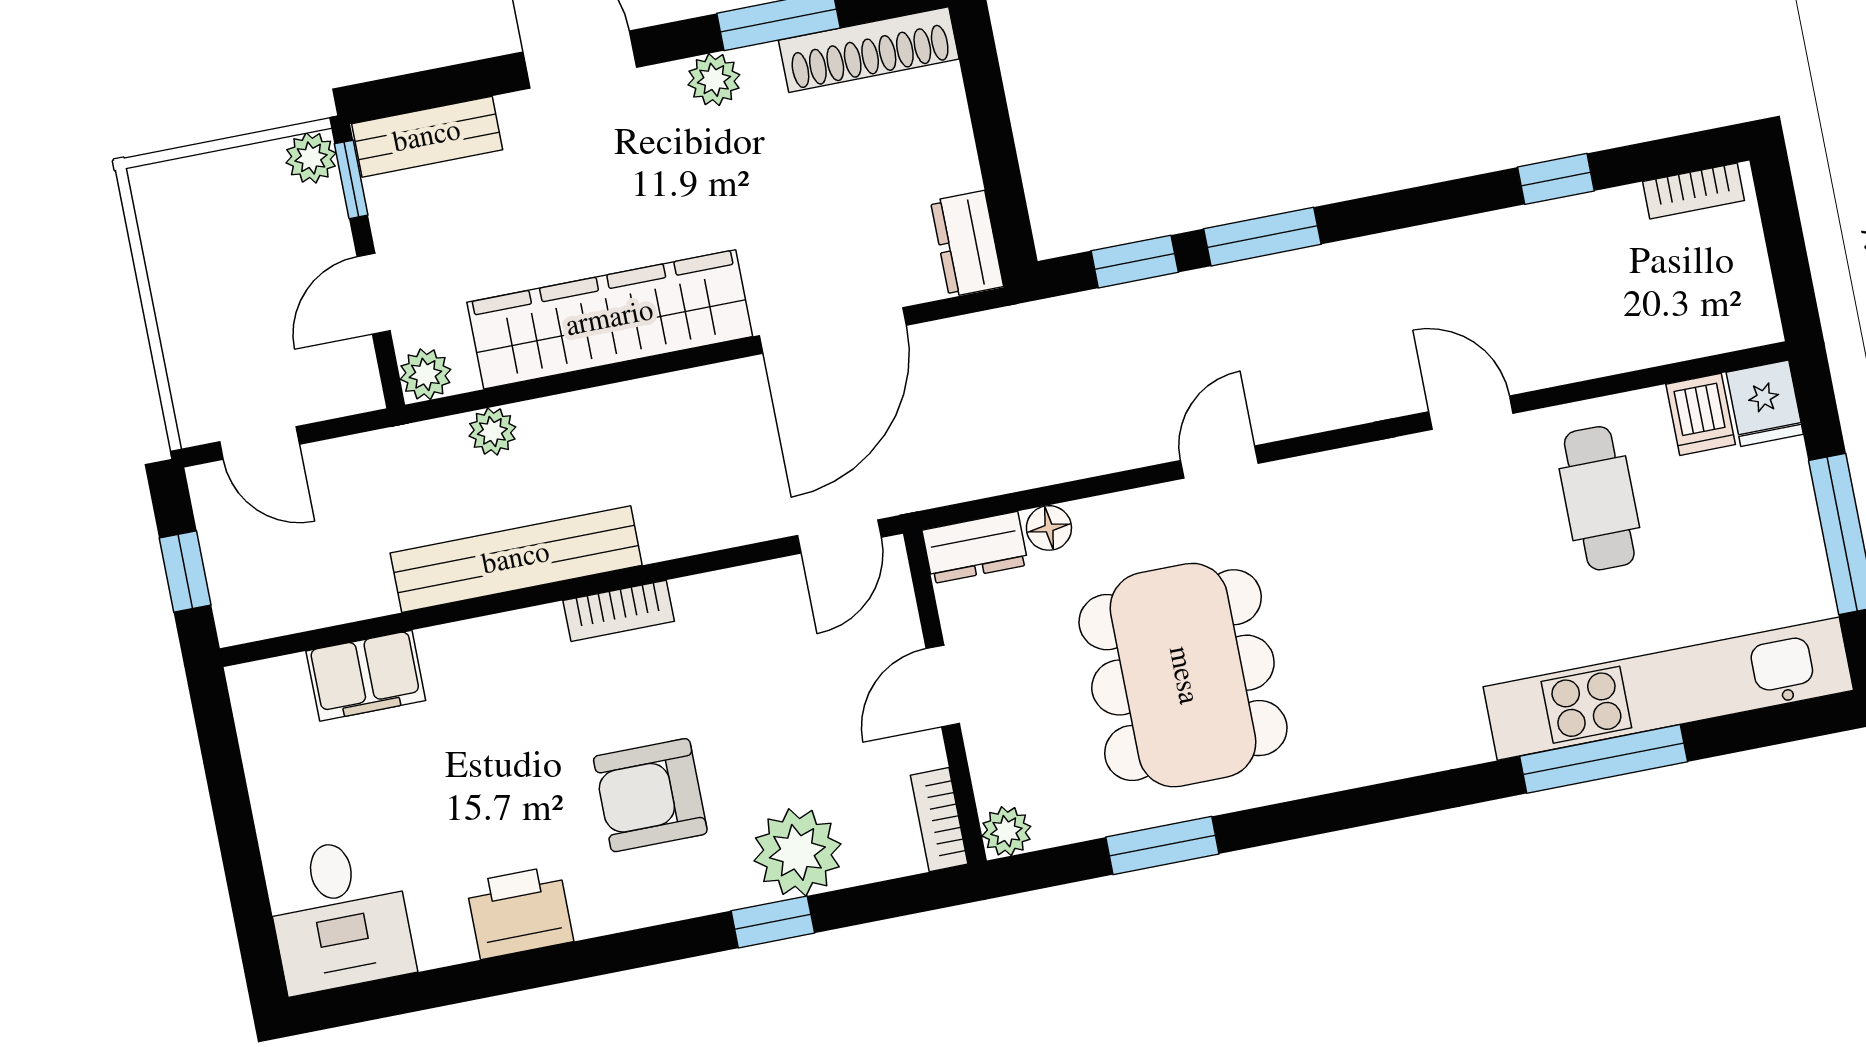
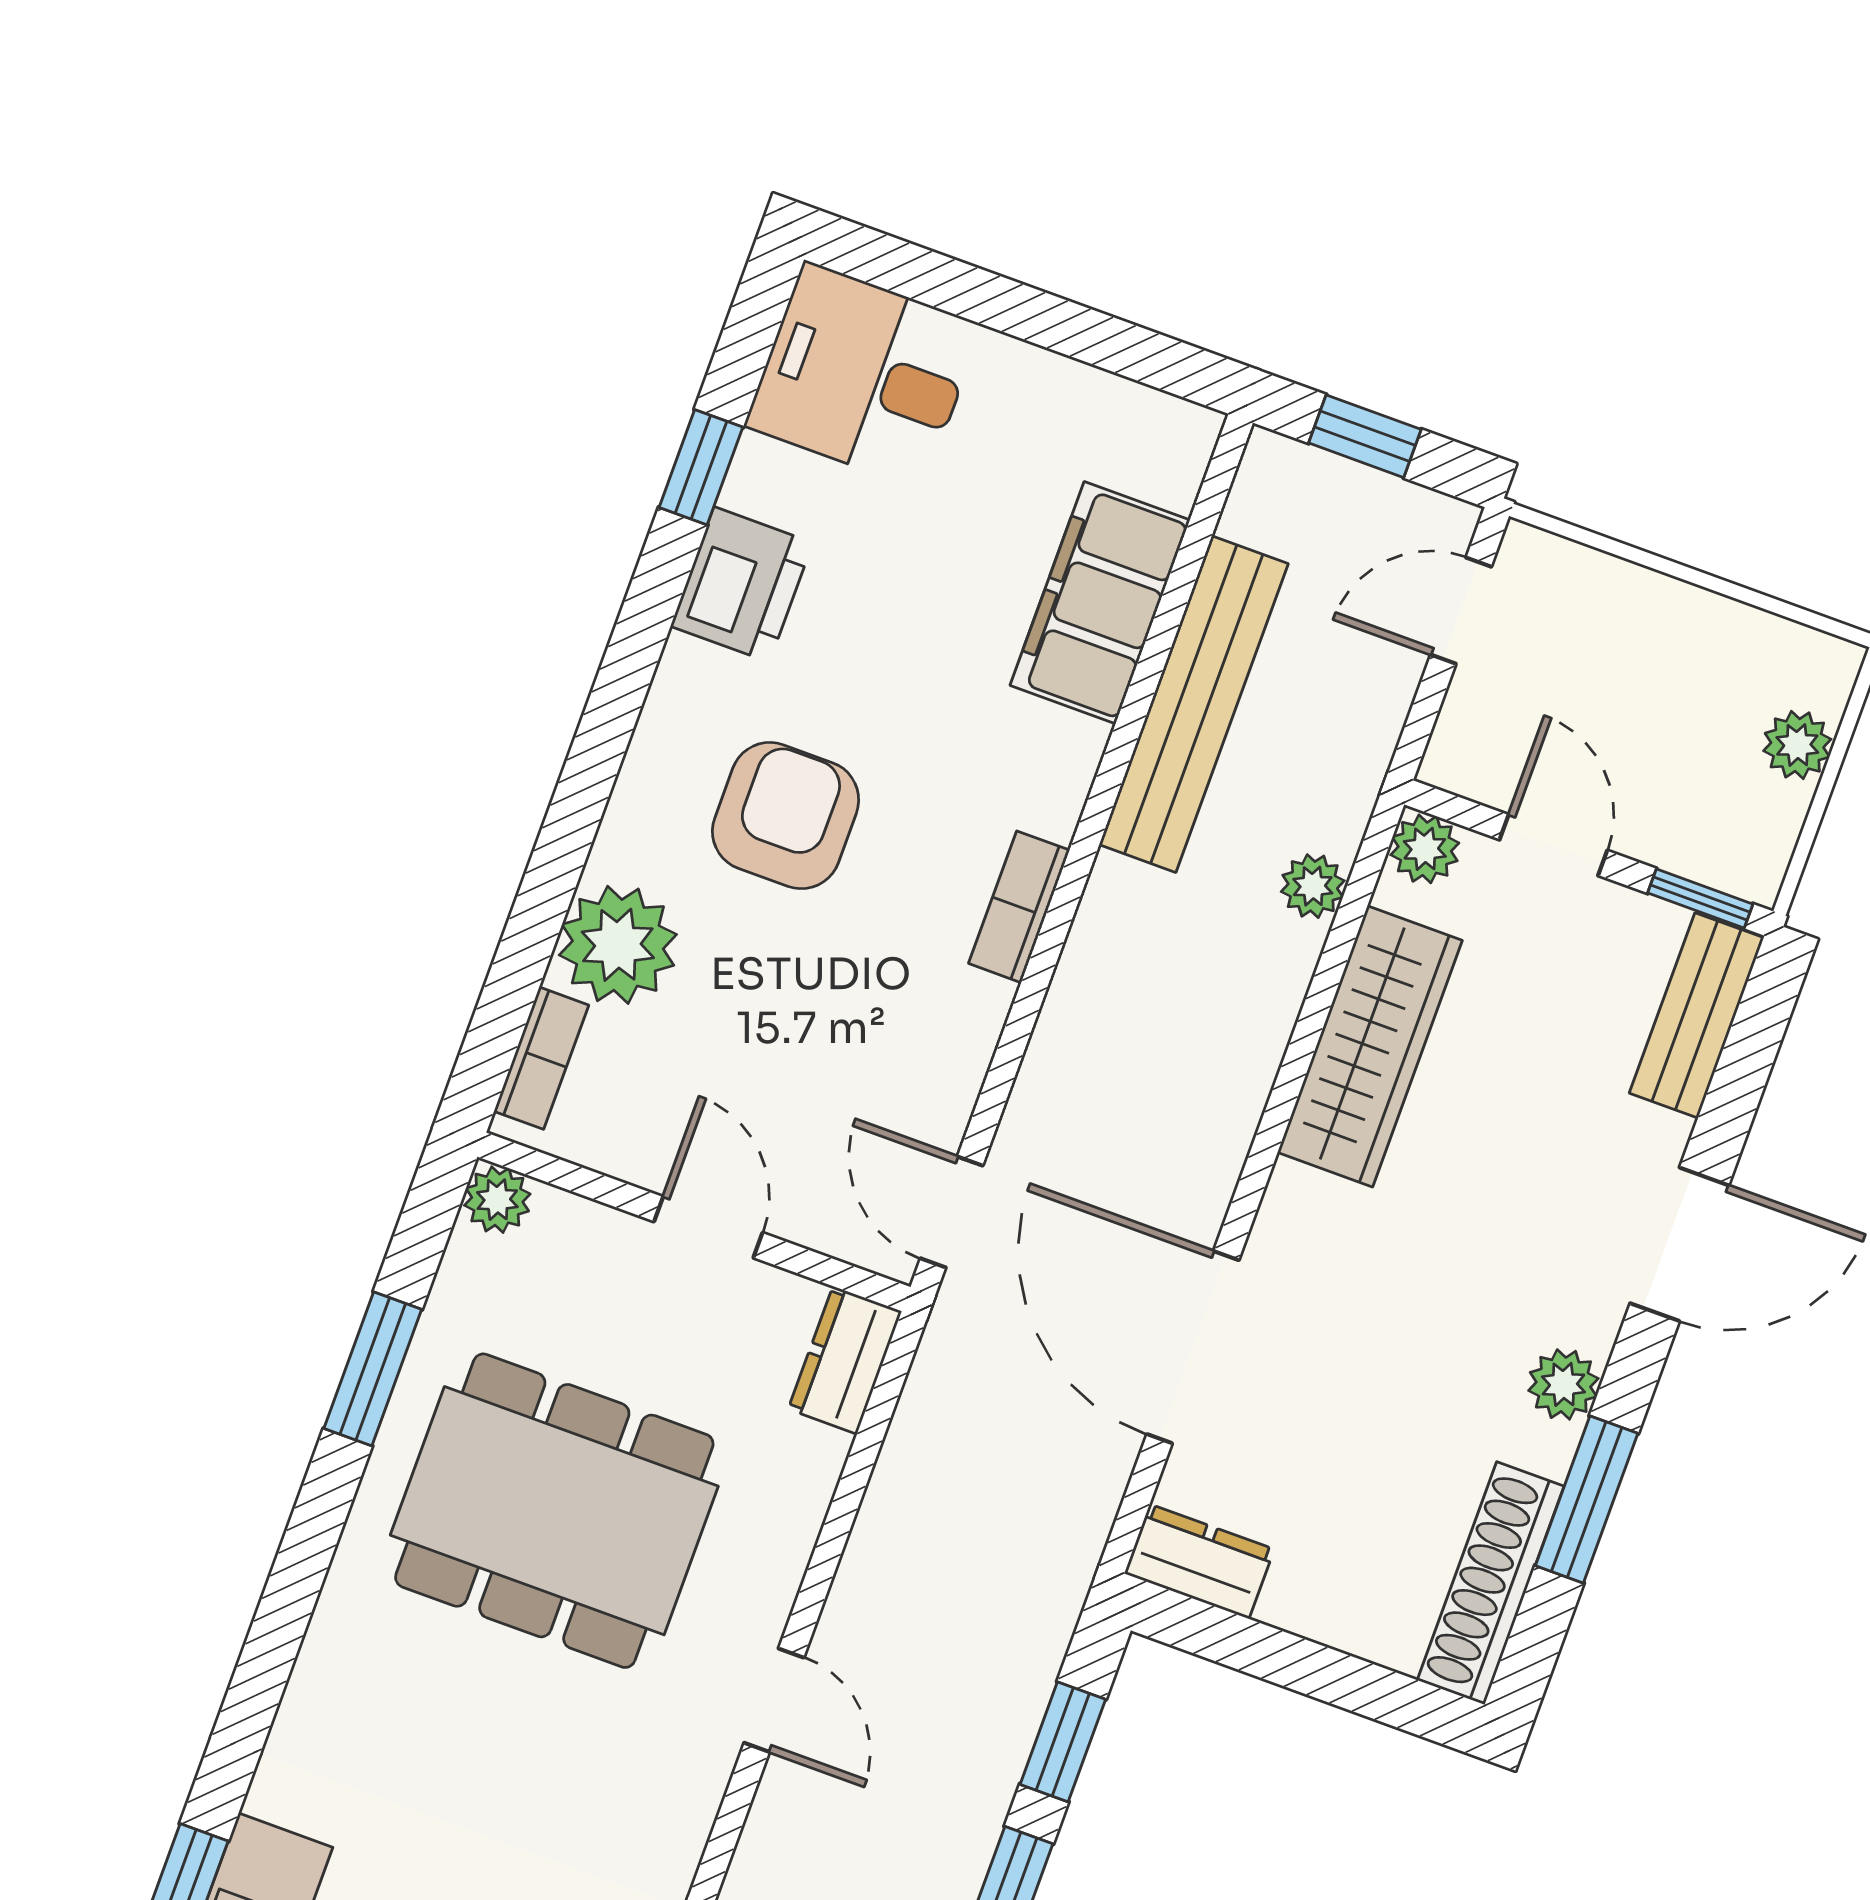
plant: (311, 158) -> (1797, 745), moved
wardrobe: (610, 319) -> (1370, 1046), width x0.71, depth x0.85
floor lamp: (1049, 528) -> (816, 1459), removed
bench: (516, 559) -> (1194, 704), moved
filing cabinet: (366, 676) -> (1100, 603), width x1.50, depth x1.17
bookcase: (939, 820) -> (541, 1058), moved, turned 90
window: (773, 922) -> (701, 467), moved

